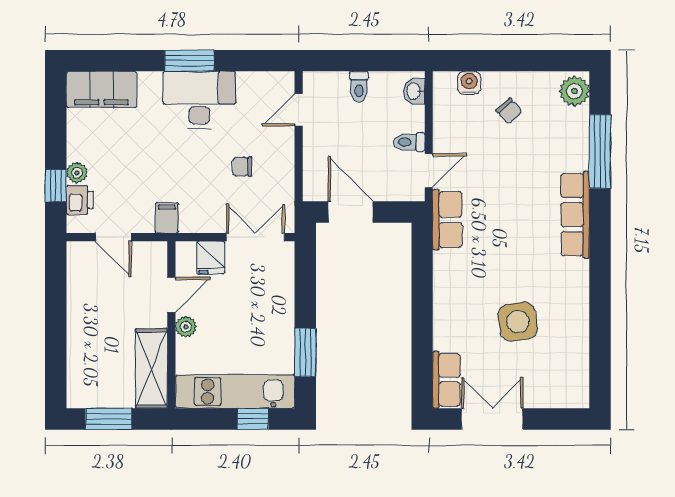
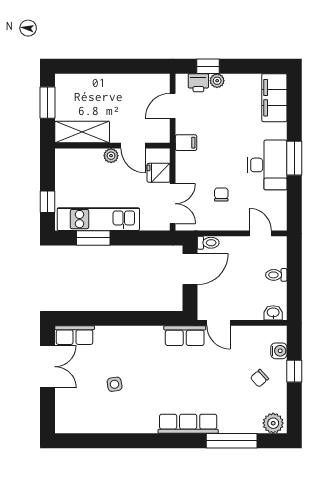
window: (499, 61) -> (294, 371), added
toilet: (409, 142) -> (208, 243), moved, turned 90
side table: (518, 322) -> (115, 384), width x0.54, depth x0.54
kitchen unit: (235, 392) -> (98, 219), moved, turned -90

